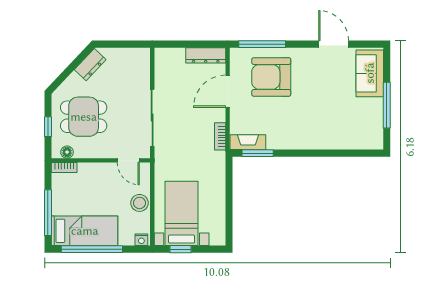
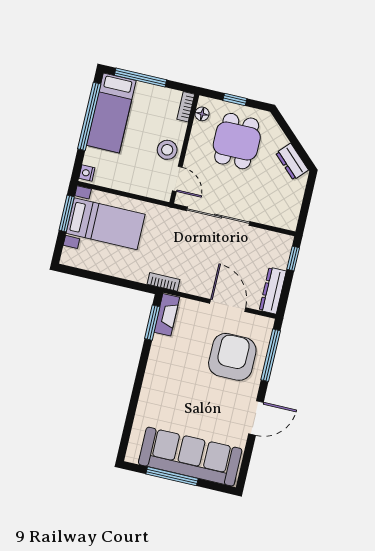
window: (174, 44) -> (293, 259), added
door: (334, 44) -> (256, 418), moved
sofa: (370, 73) -> (190, 457), width x1.85, depth x1.27
bookcase: (220, 136) -> (164, 282), moved
door: (128, 160) -> (177, 179), swing flipped
stool: (139, 203) -> (167, 150), moved
window: (181, 249) -> (67, 214), width x1.50

